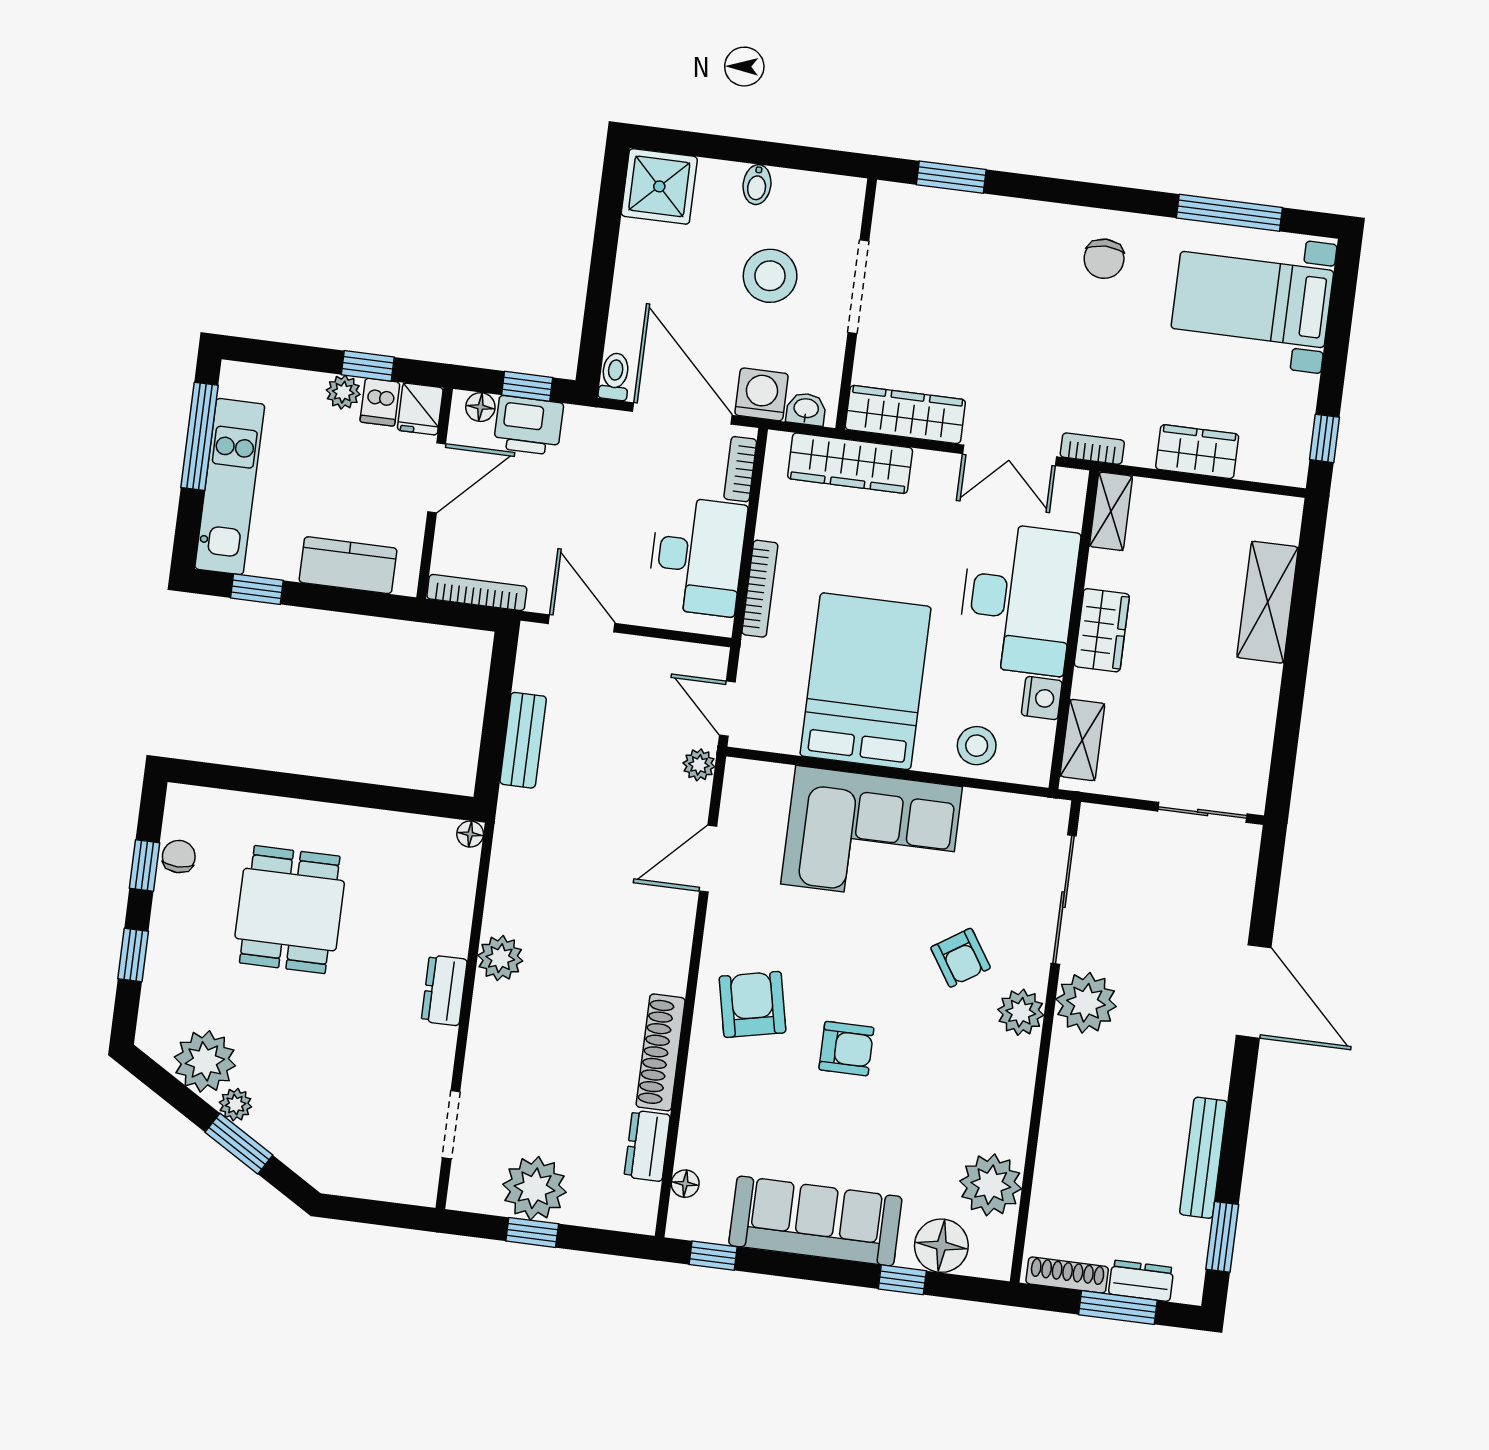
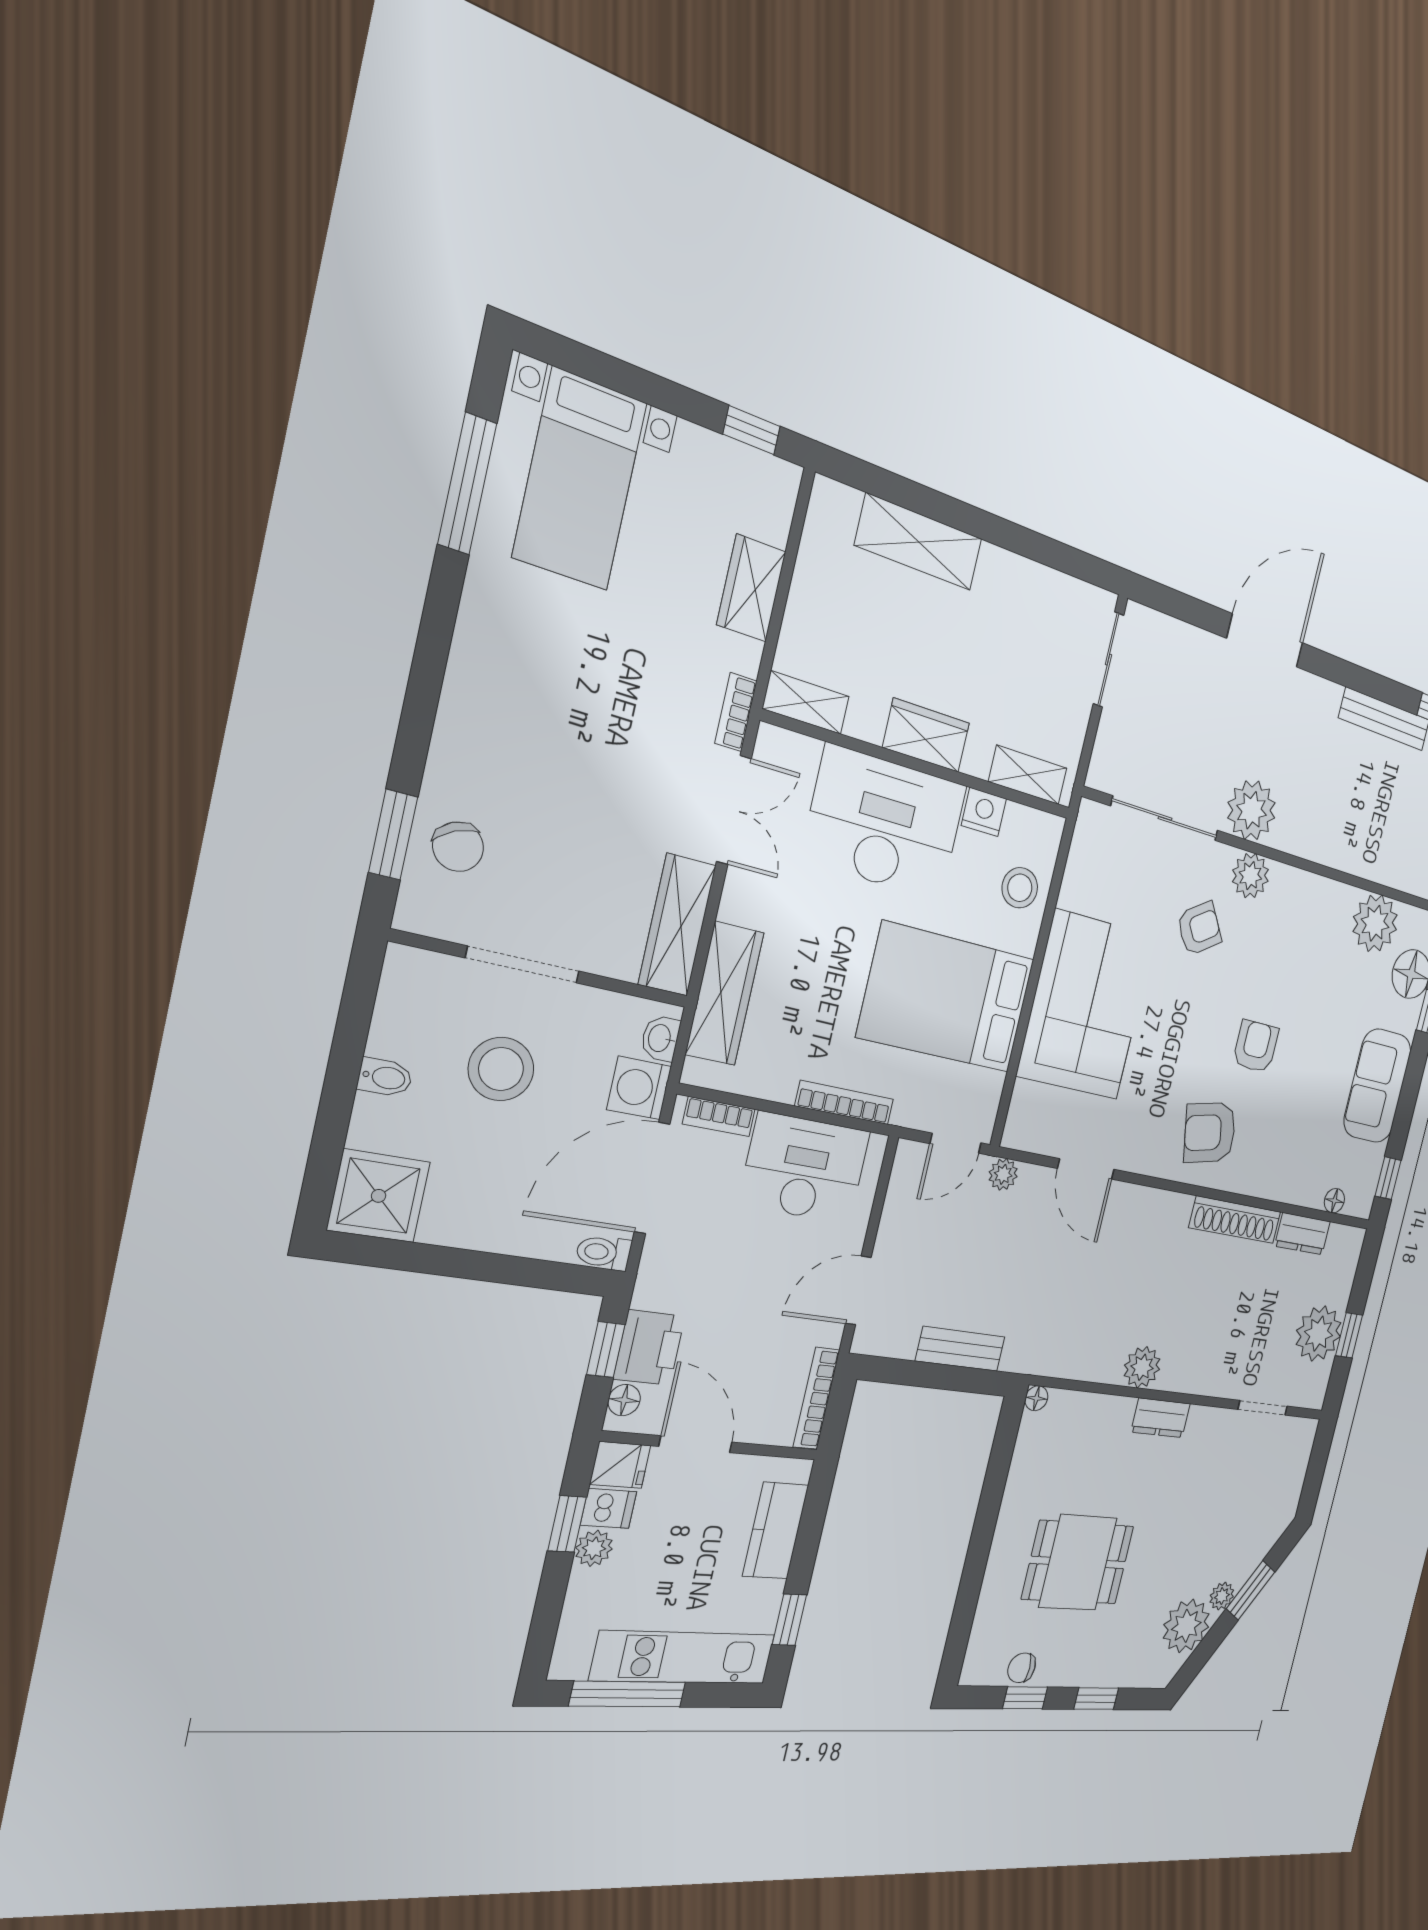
chair: (1104, 259) -> (458, 847), moved, turned 65
sofa: (815, 1221) -> (1377, 1086), width x0.73

